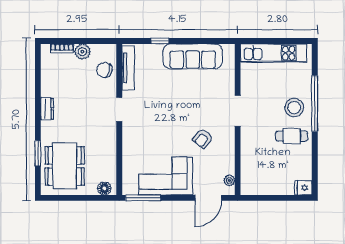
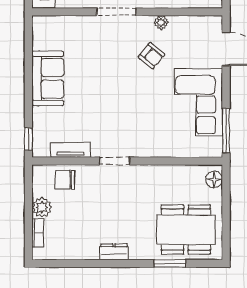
window: (160, 41) -> (28, 139), moved
sofa: (193, 56) -> (48, 78), width x0.73
tv unit: (128, 68) -> (70, 150), width x0.71
chair: (104, 70) -> (65, 180), turned 75
plant: (229, 180) -> (161, 22), moved

